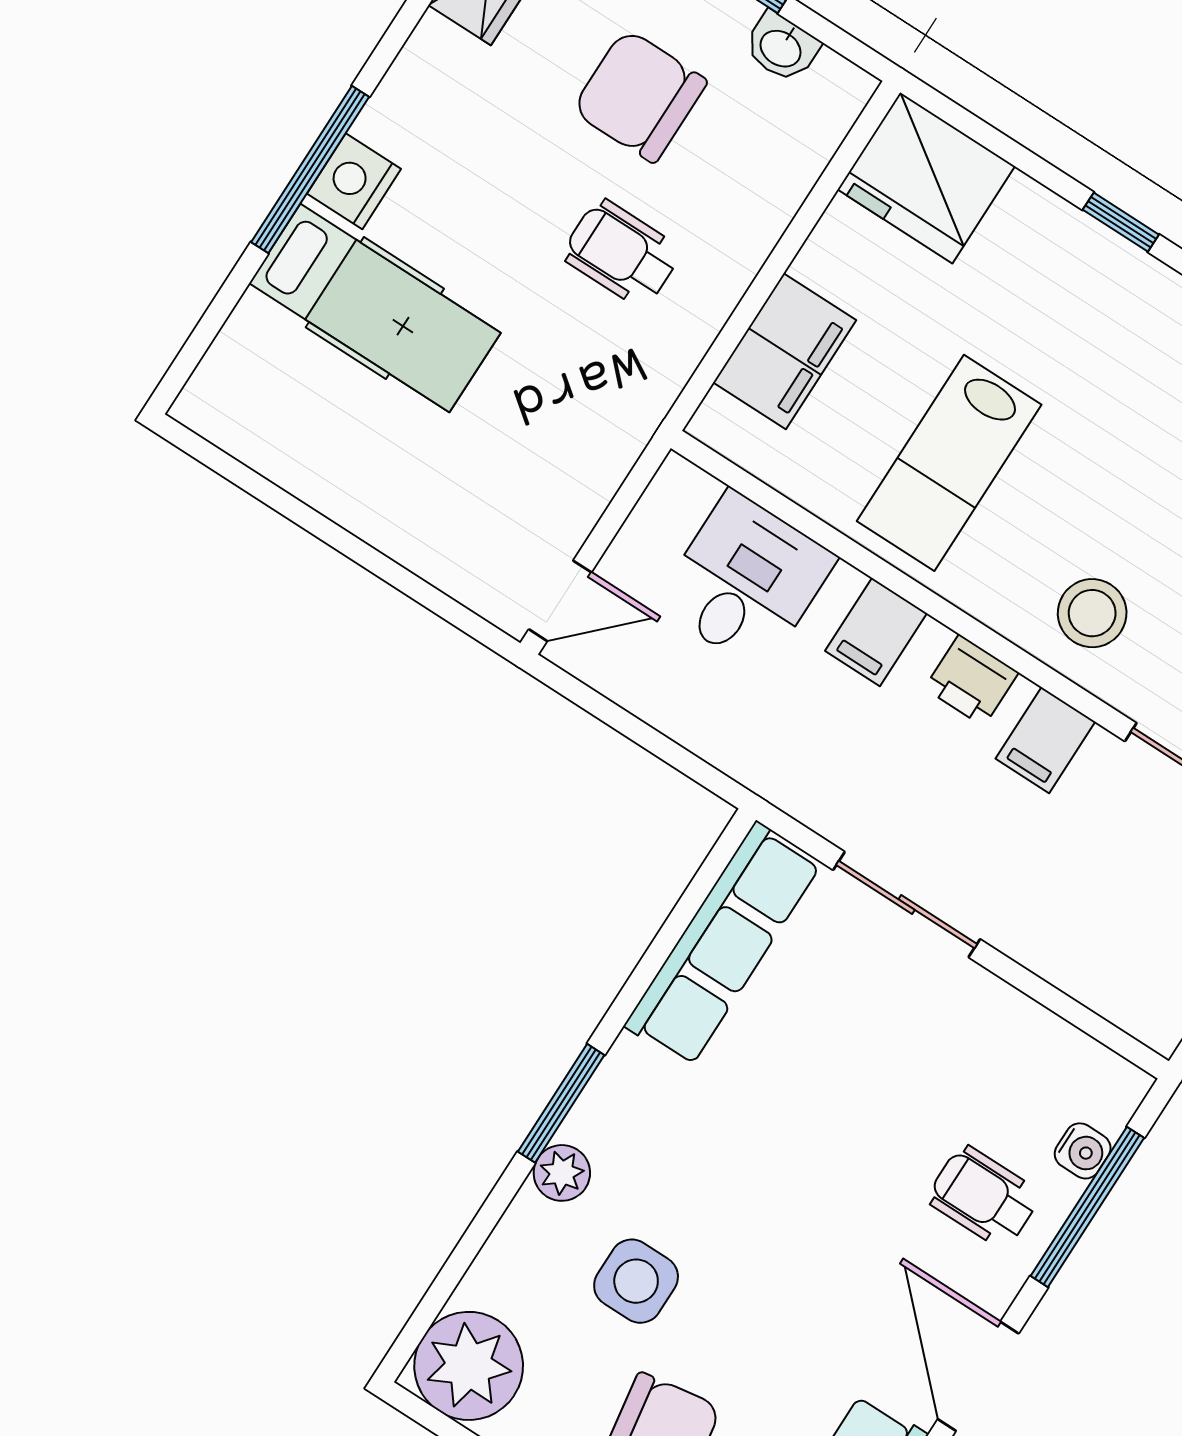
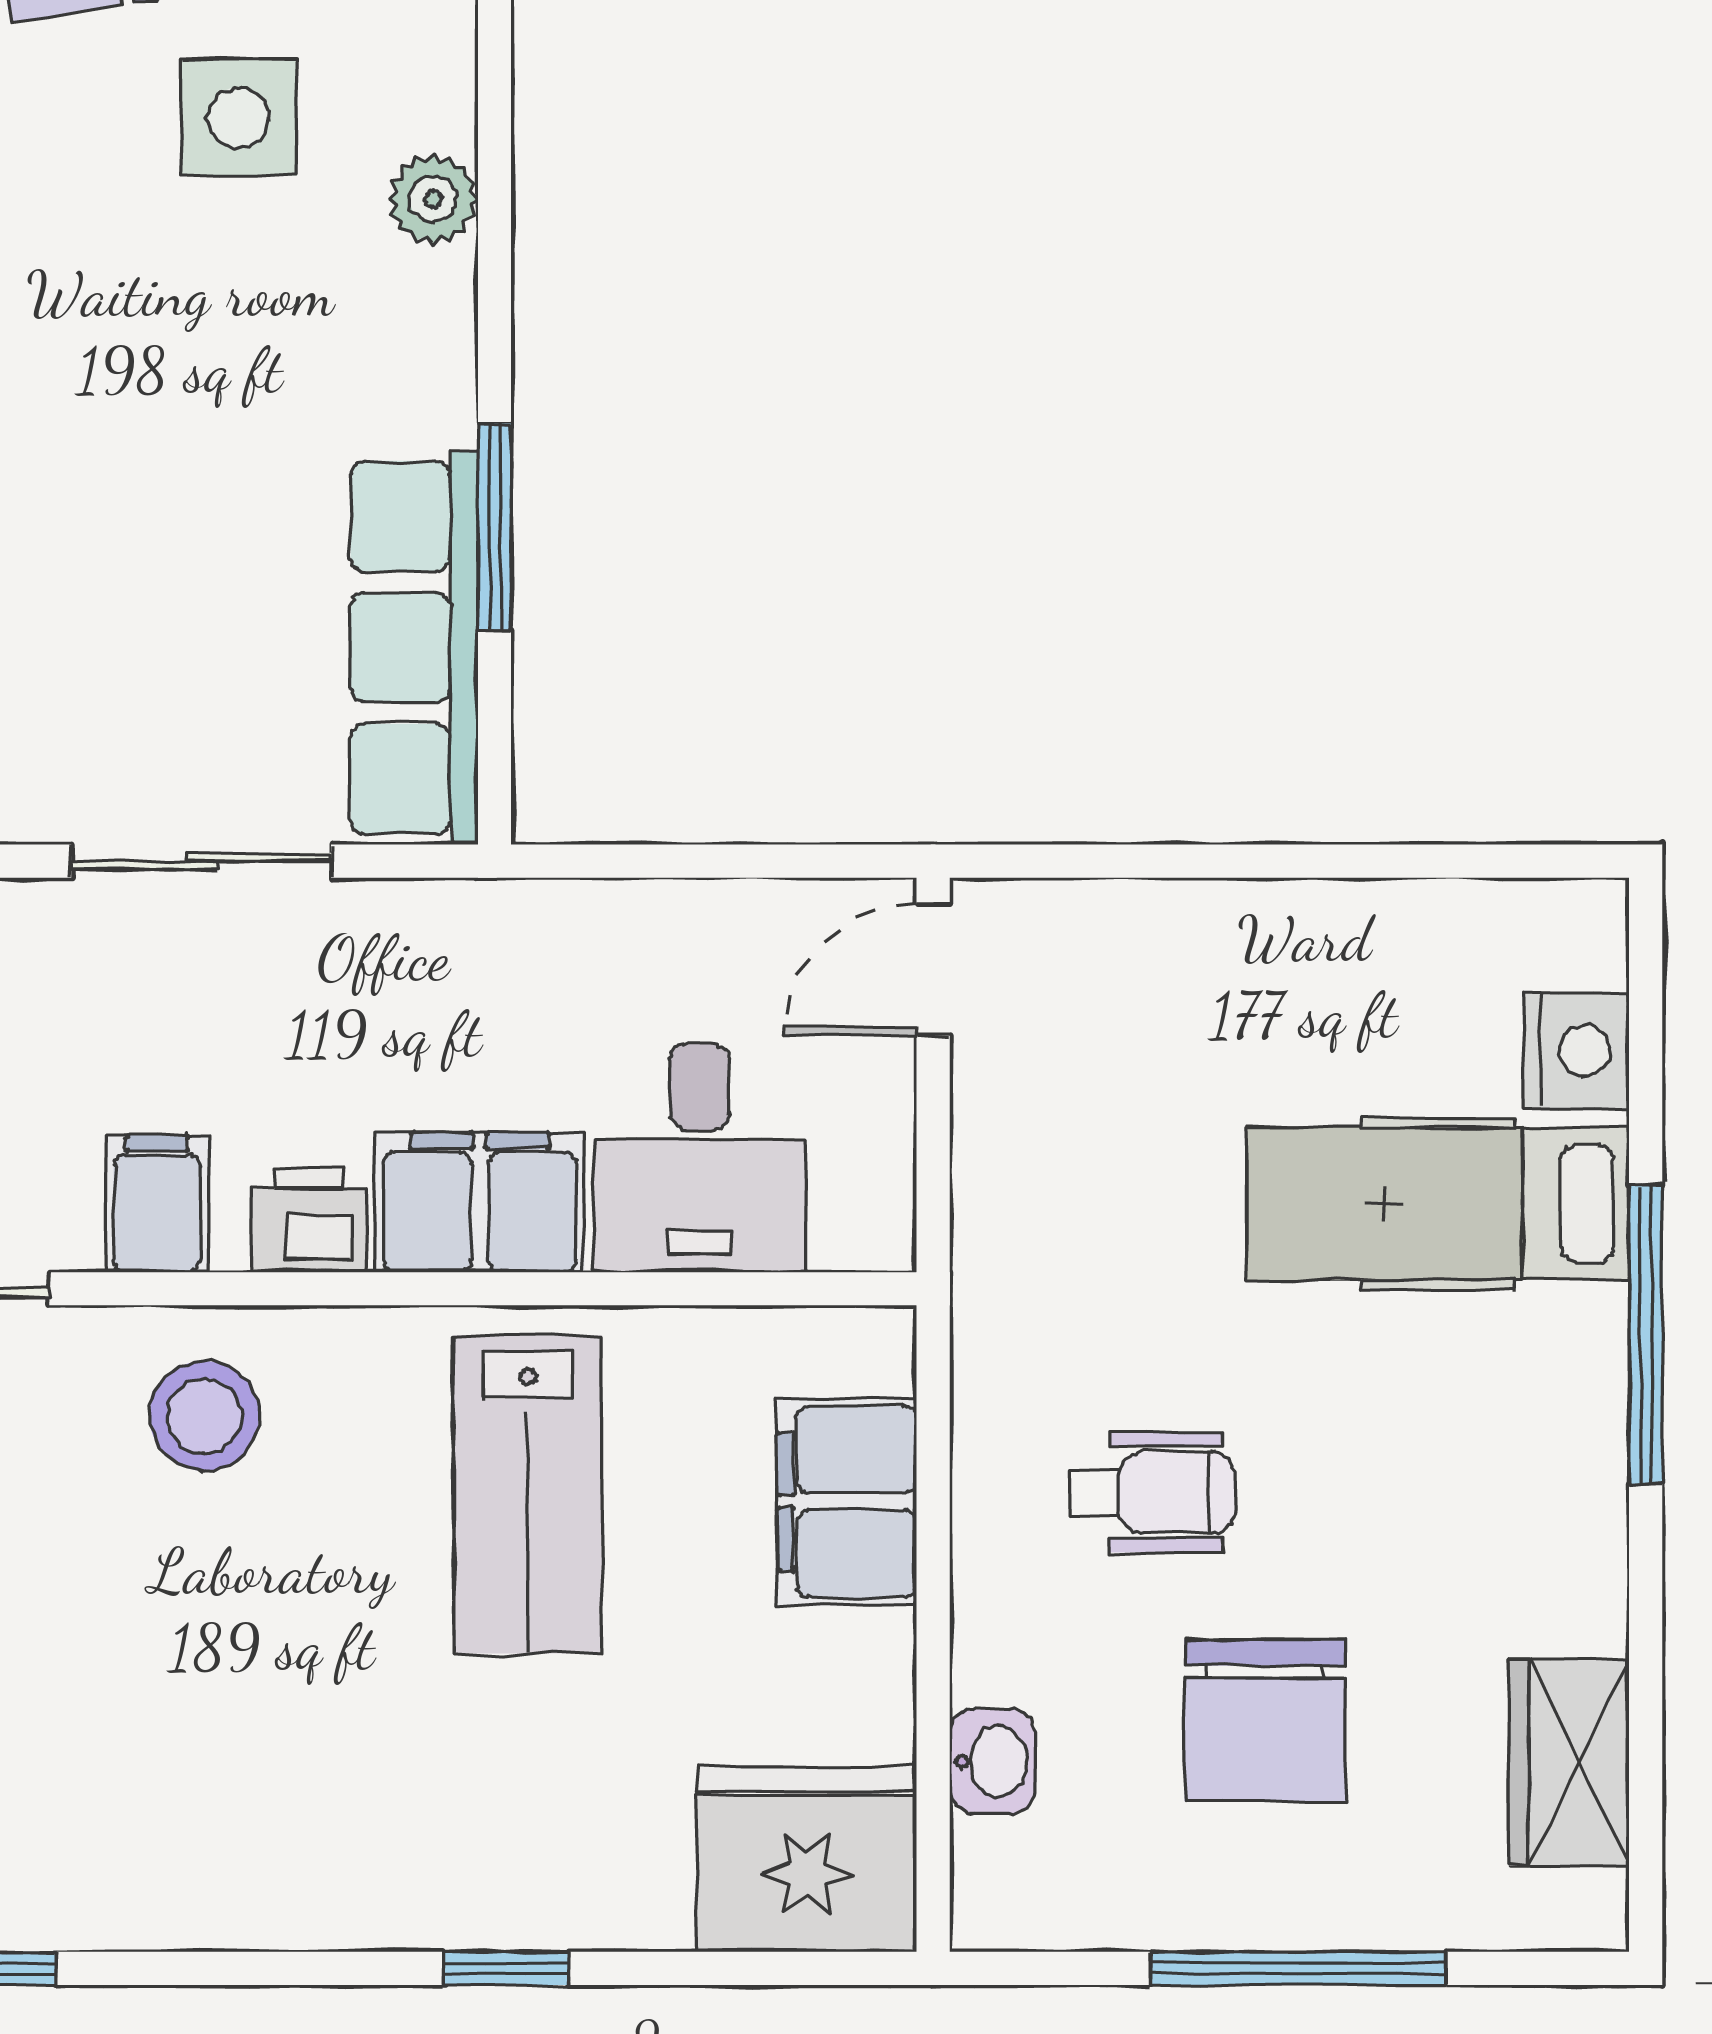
washbasin: (781, 47) -> (992, 1761), moved, turned 90
chair: (640, 96) -> (1265, 1720), turned 90
nightstand: (354, 181) -> (1576, 1051), moved
lab bench: (949, 463) -> (528, 1494), turned 180
filing cabinet: (876, 632) -> (480, 1202), width x2.00
window: (561, 1103) -> (495, 526), moved

